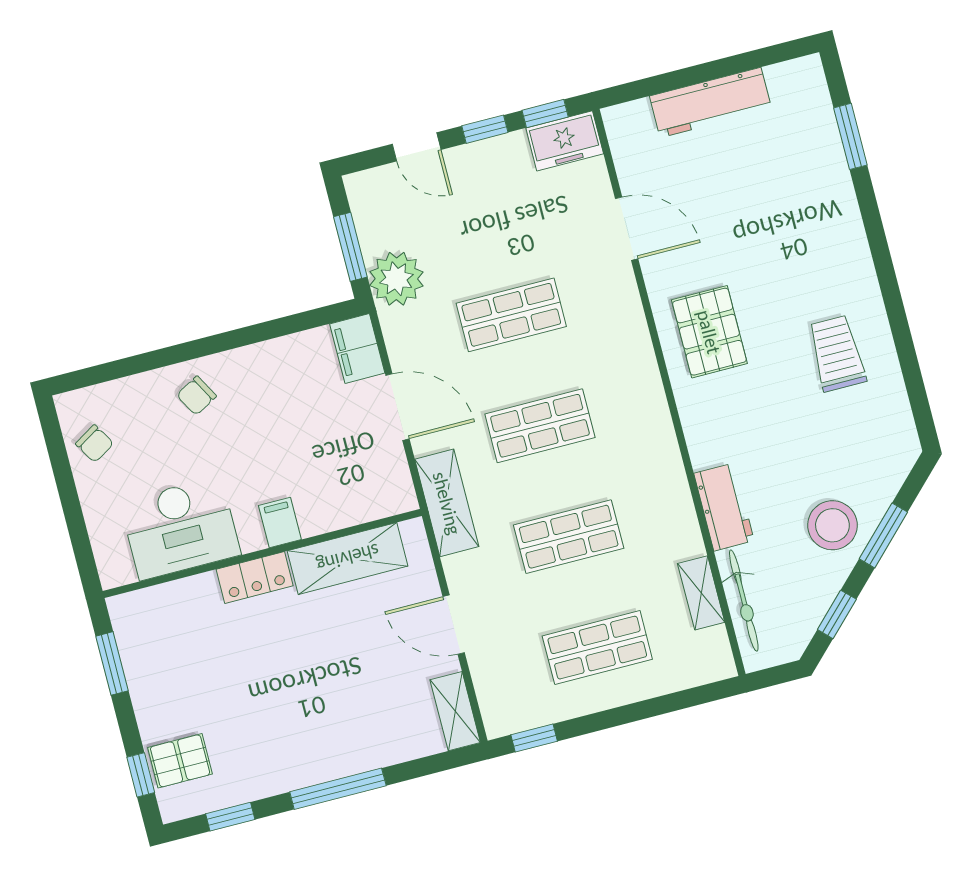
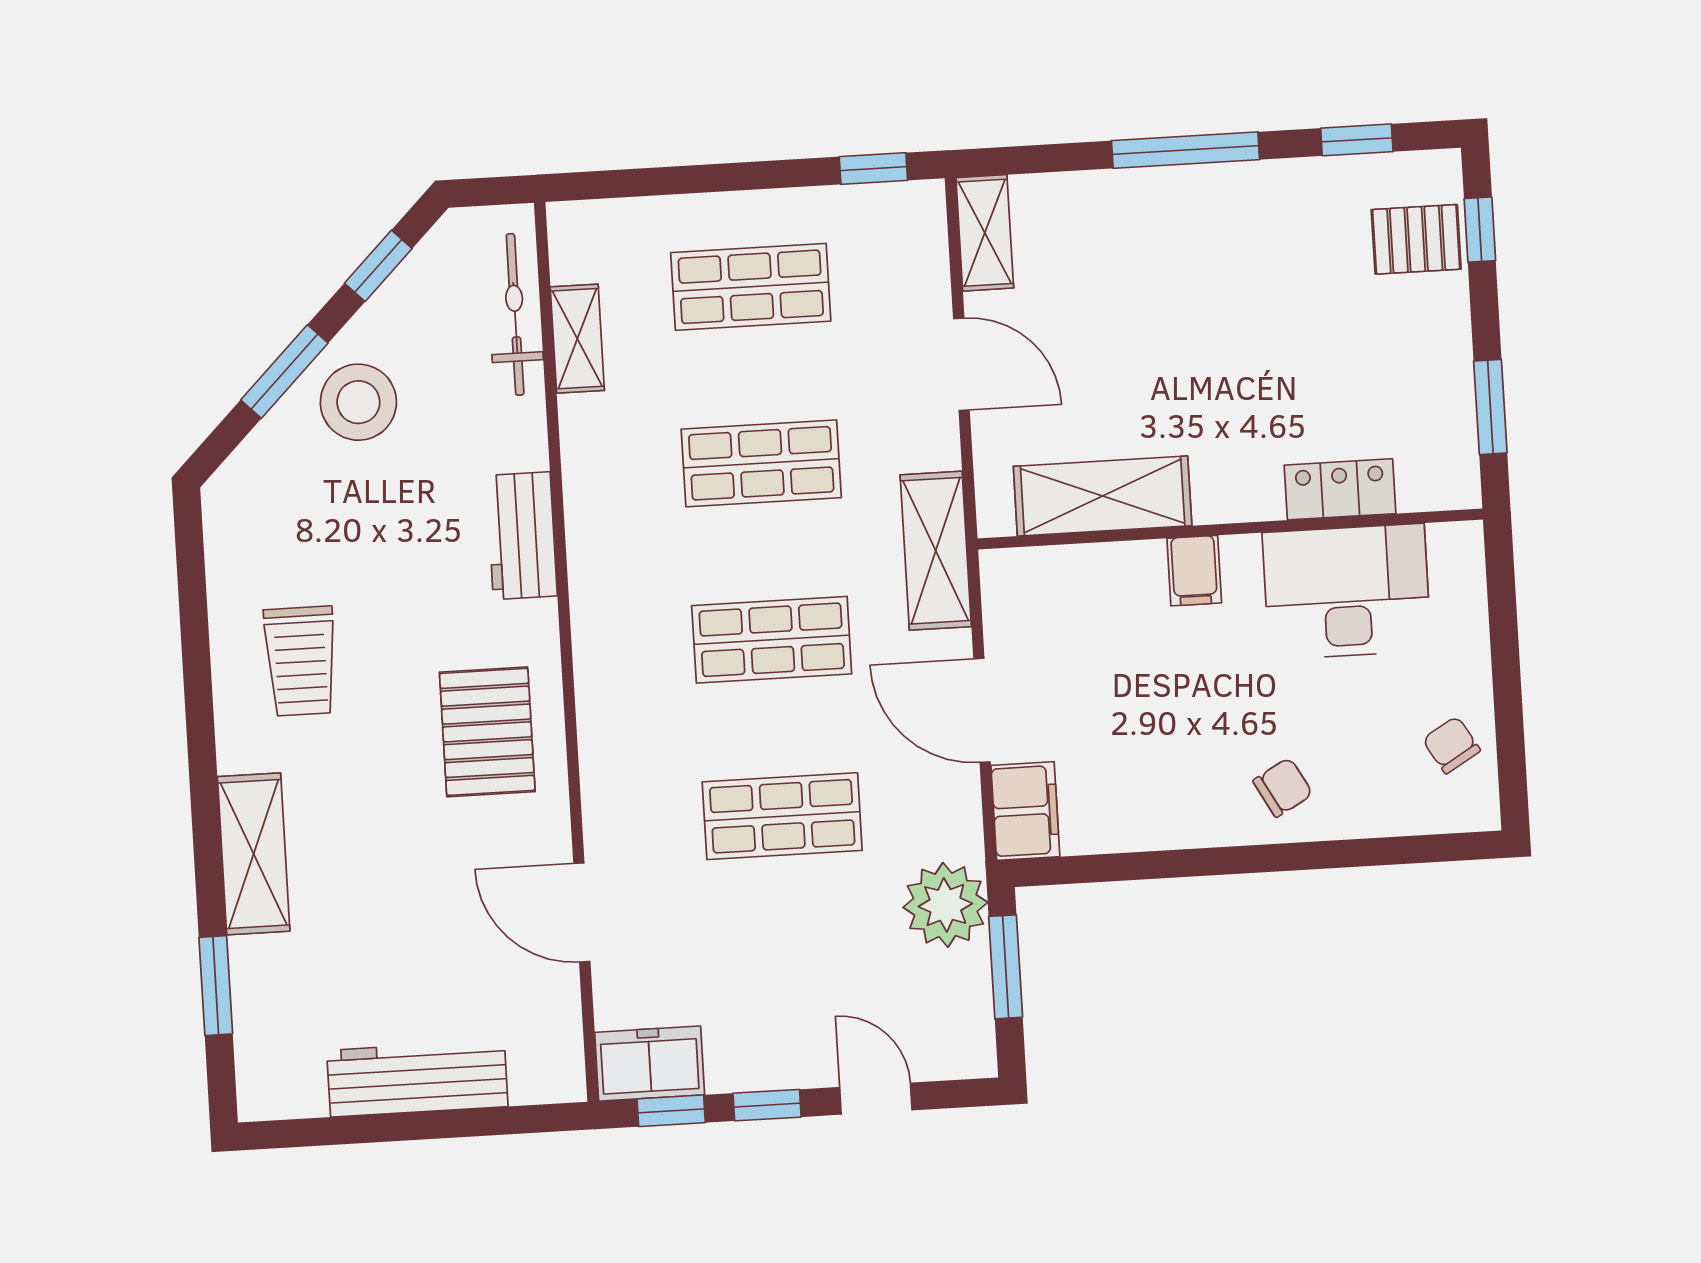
shelving: (843, 225) -> (254, 854), added
workbench: (724, 507) -> (522, 536), moved
locker: (255, 577) -> (1340, 489), moved

